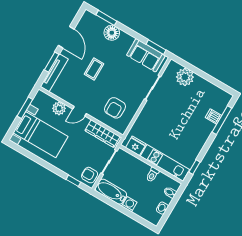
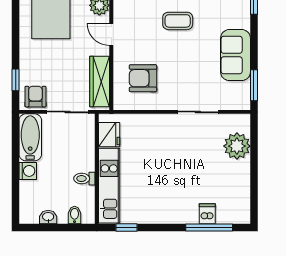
floor lamp: (112, 33) -> (239, 16), removed
sofa: (146, 55) -> (235, 55), moved

